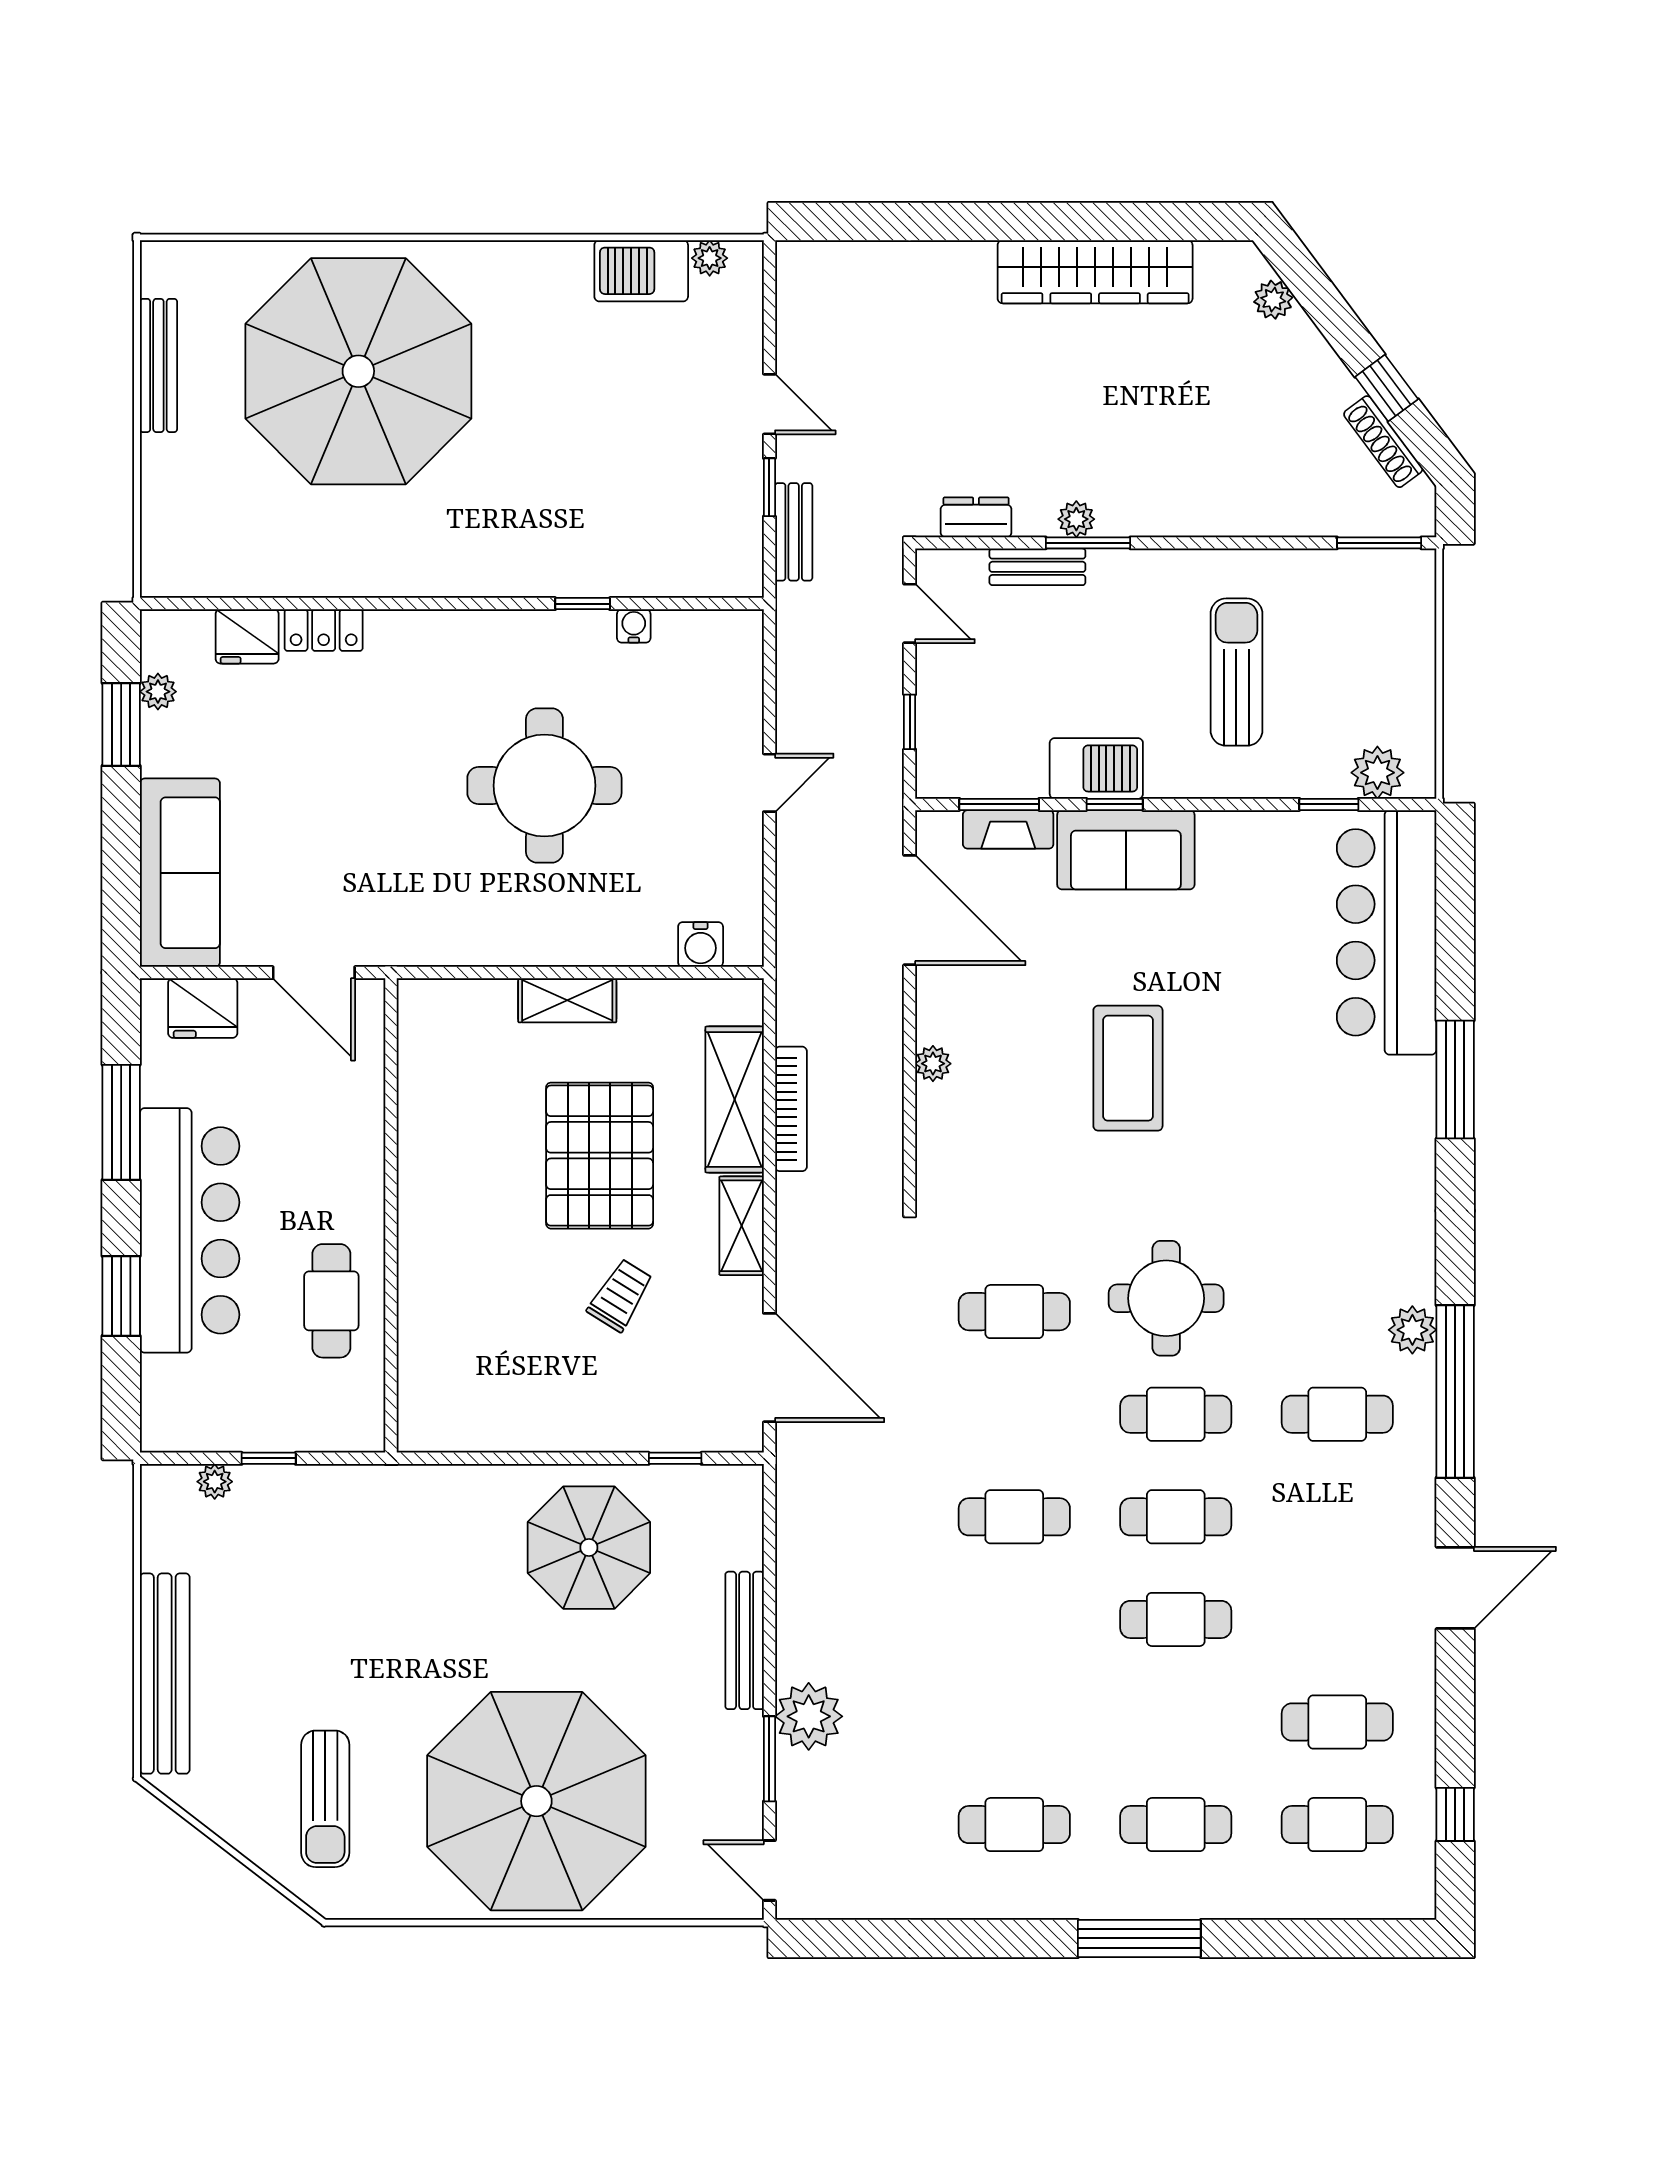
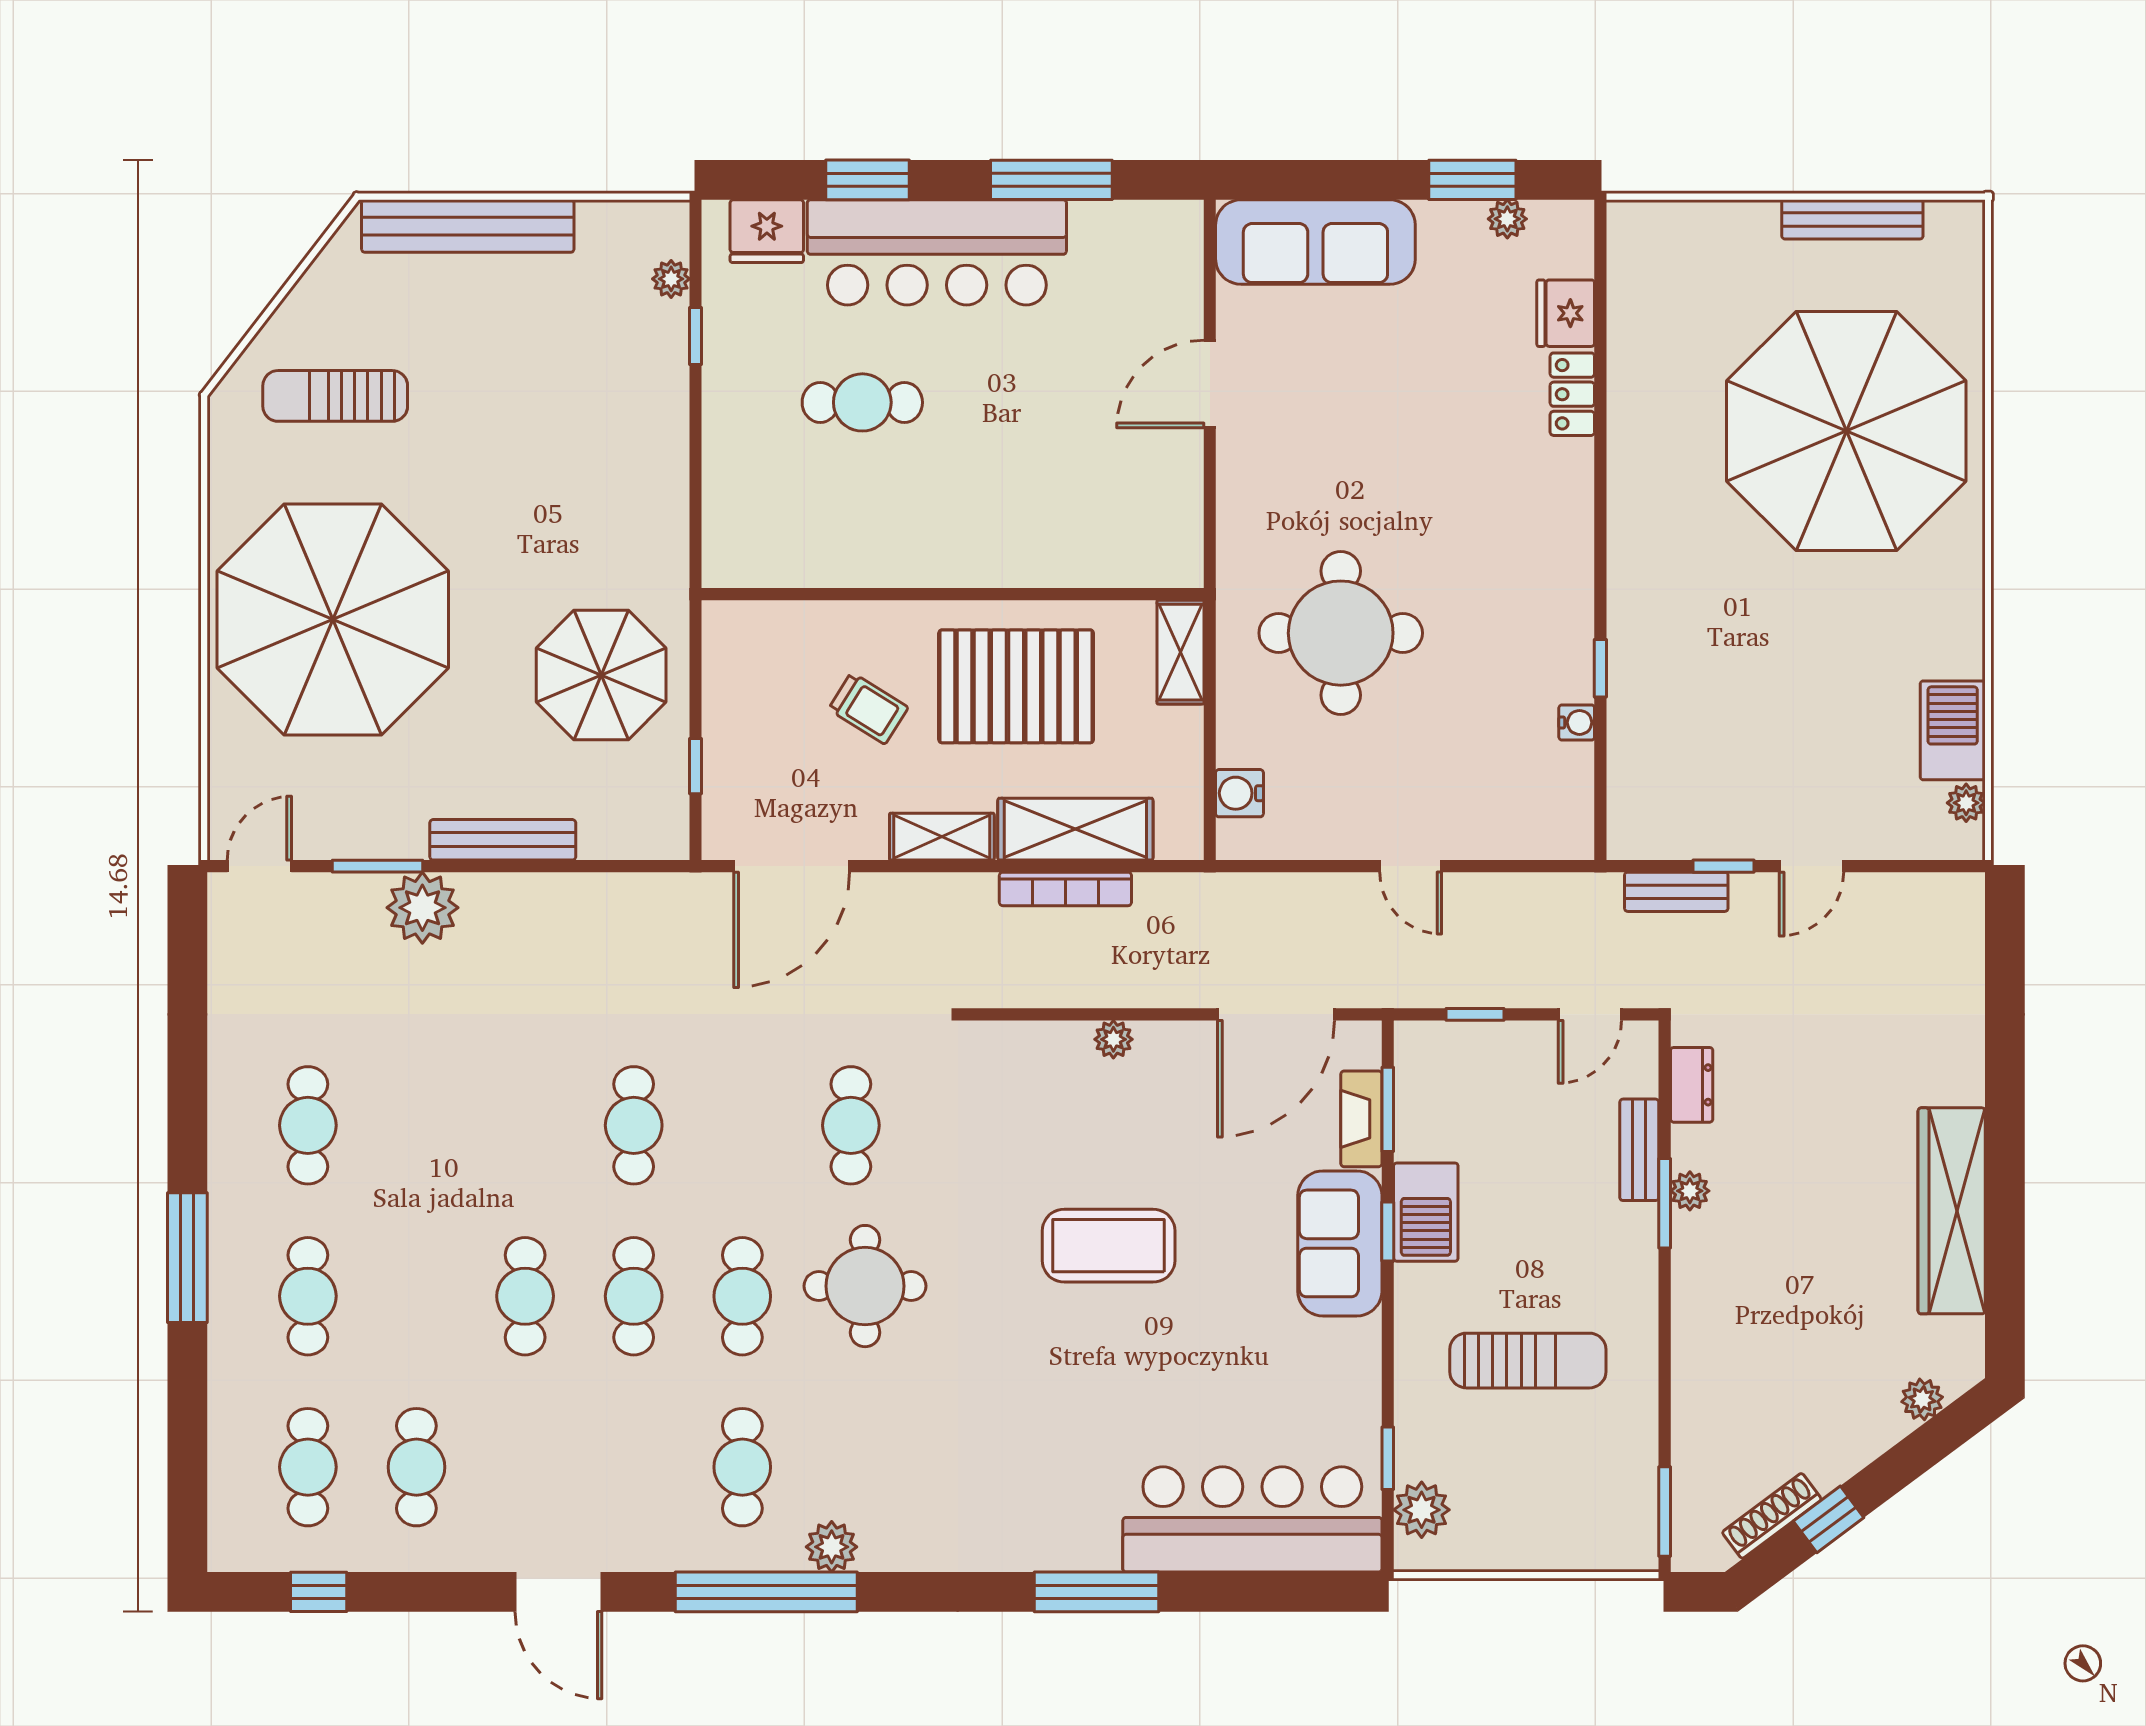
round table: (544, 786) -> (1341, 633), moved
fridge: (203, 1008) -> (767, 231), moved, turned -90
wall: (391, 1215) -> (953, 594), moved

